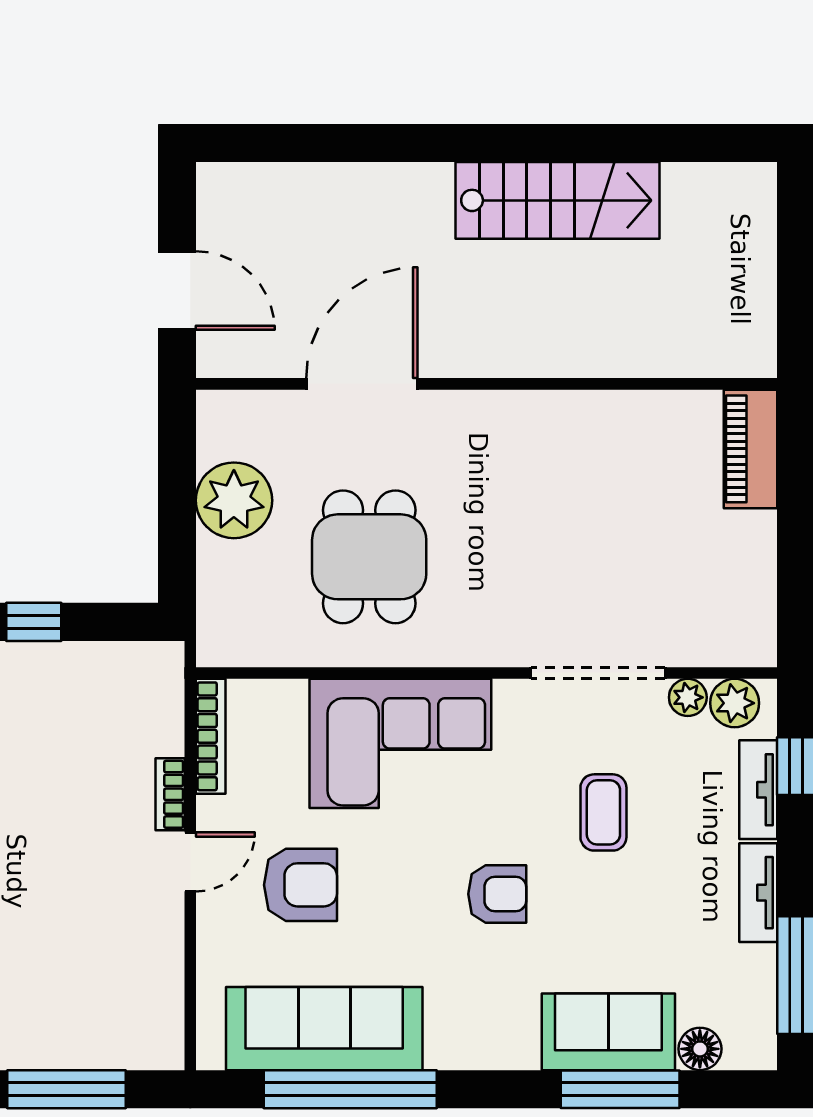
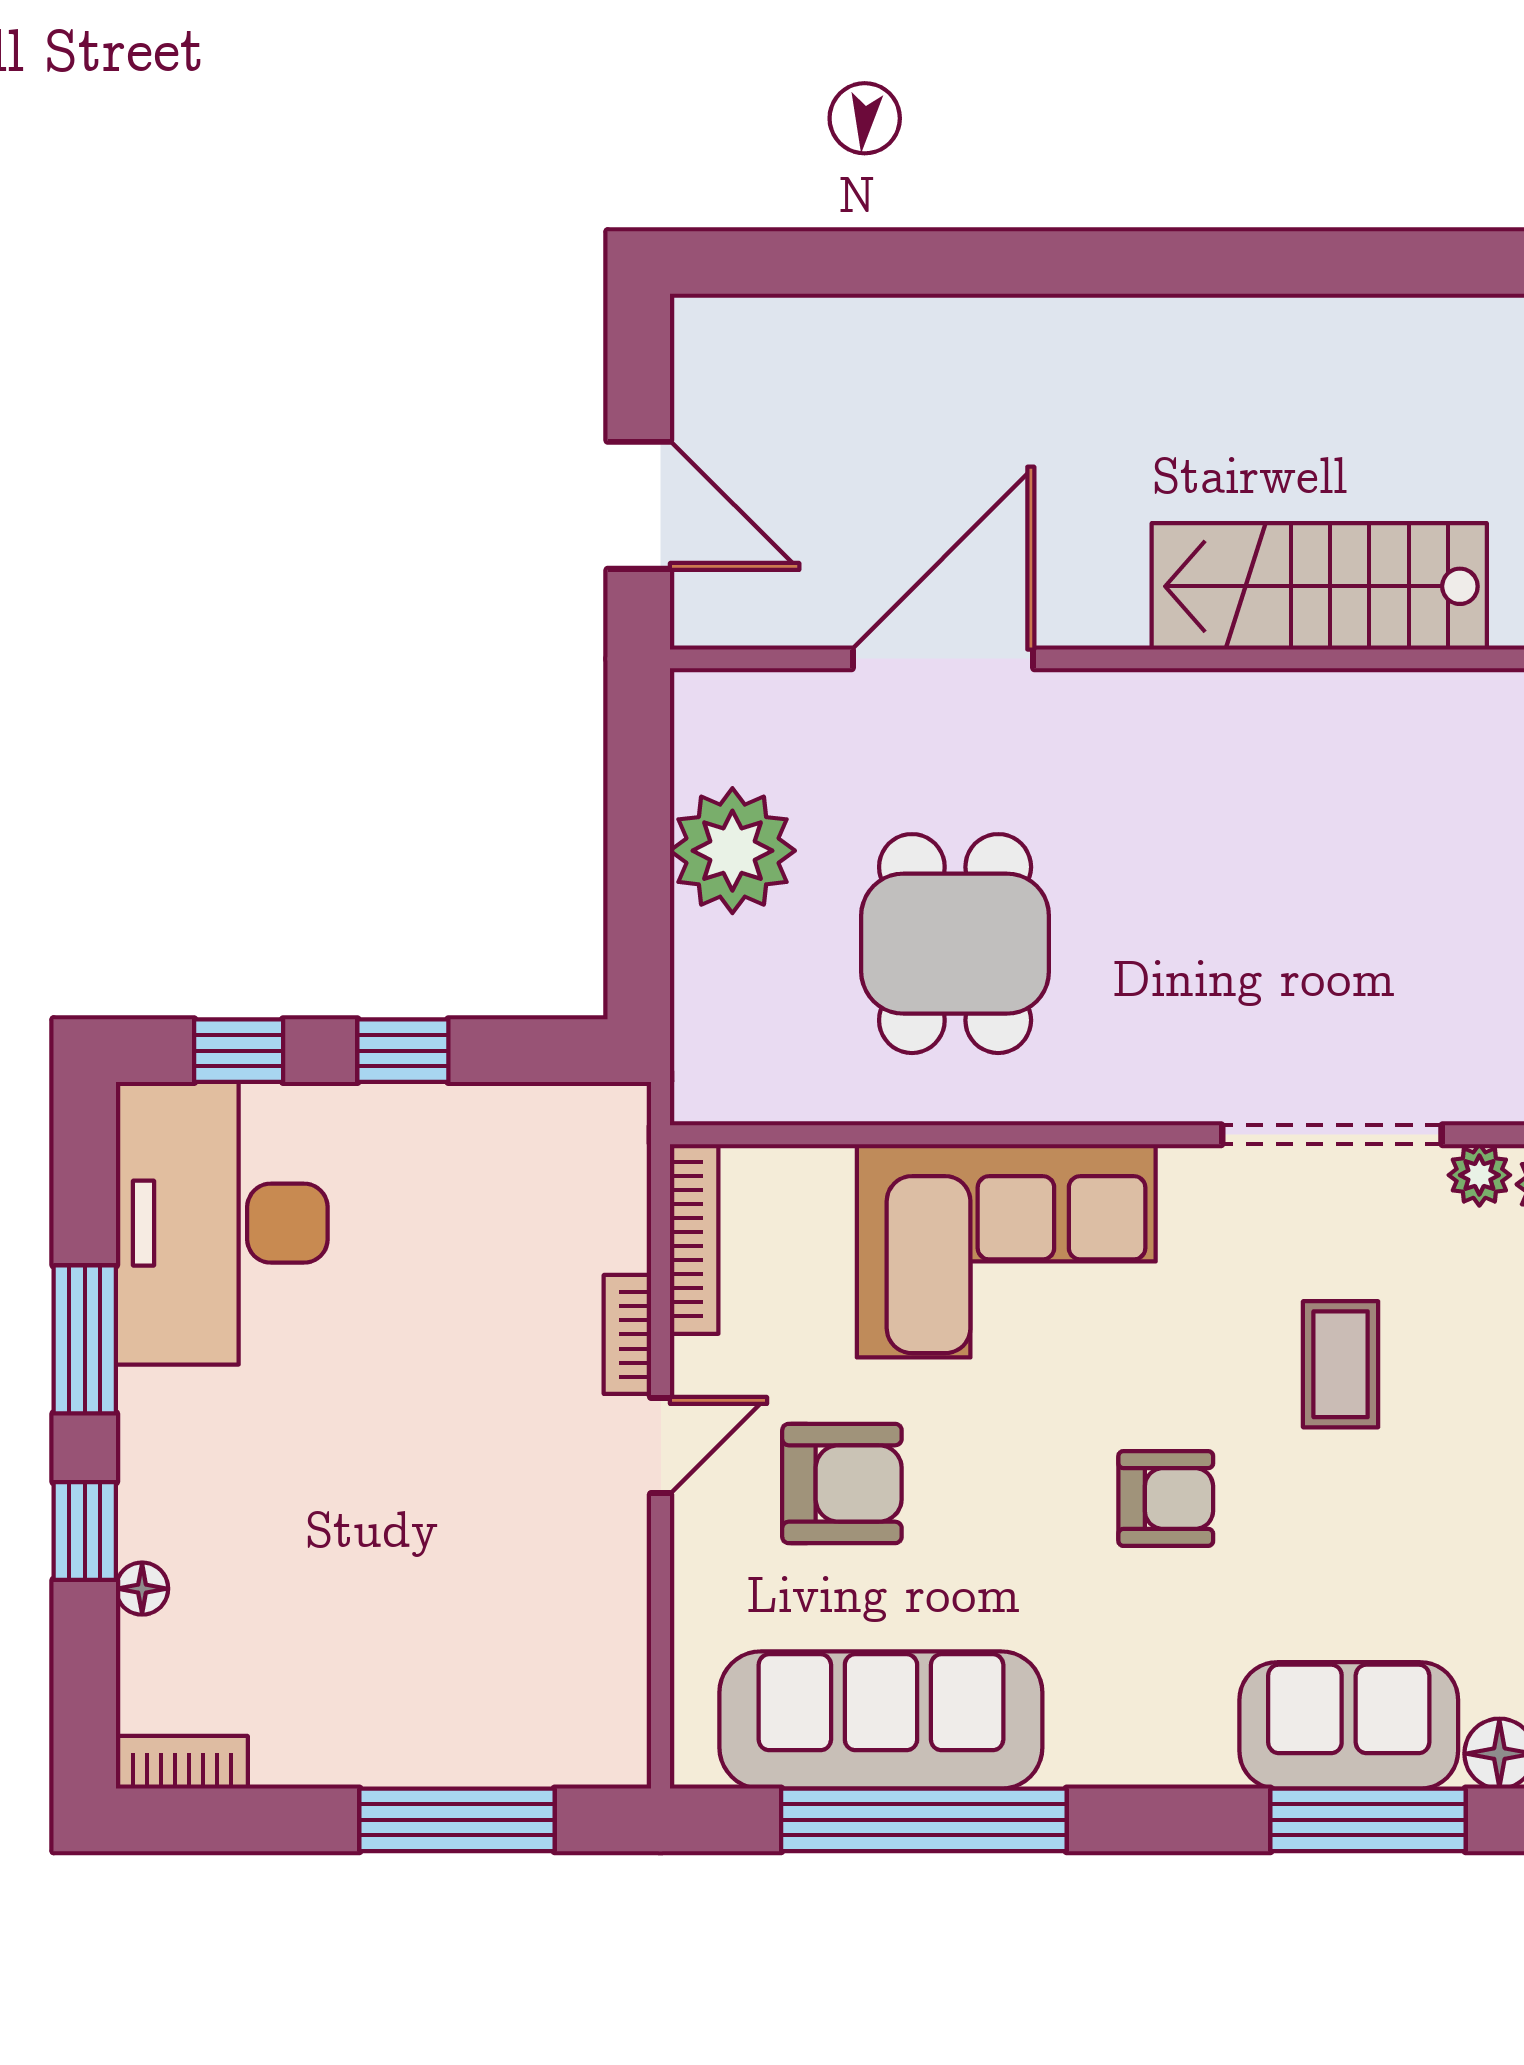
stairs: (558, 200) -> (1319, 586), moved, turned 180

